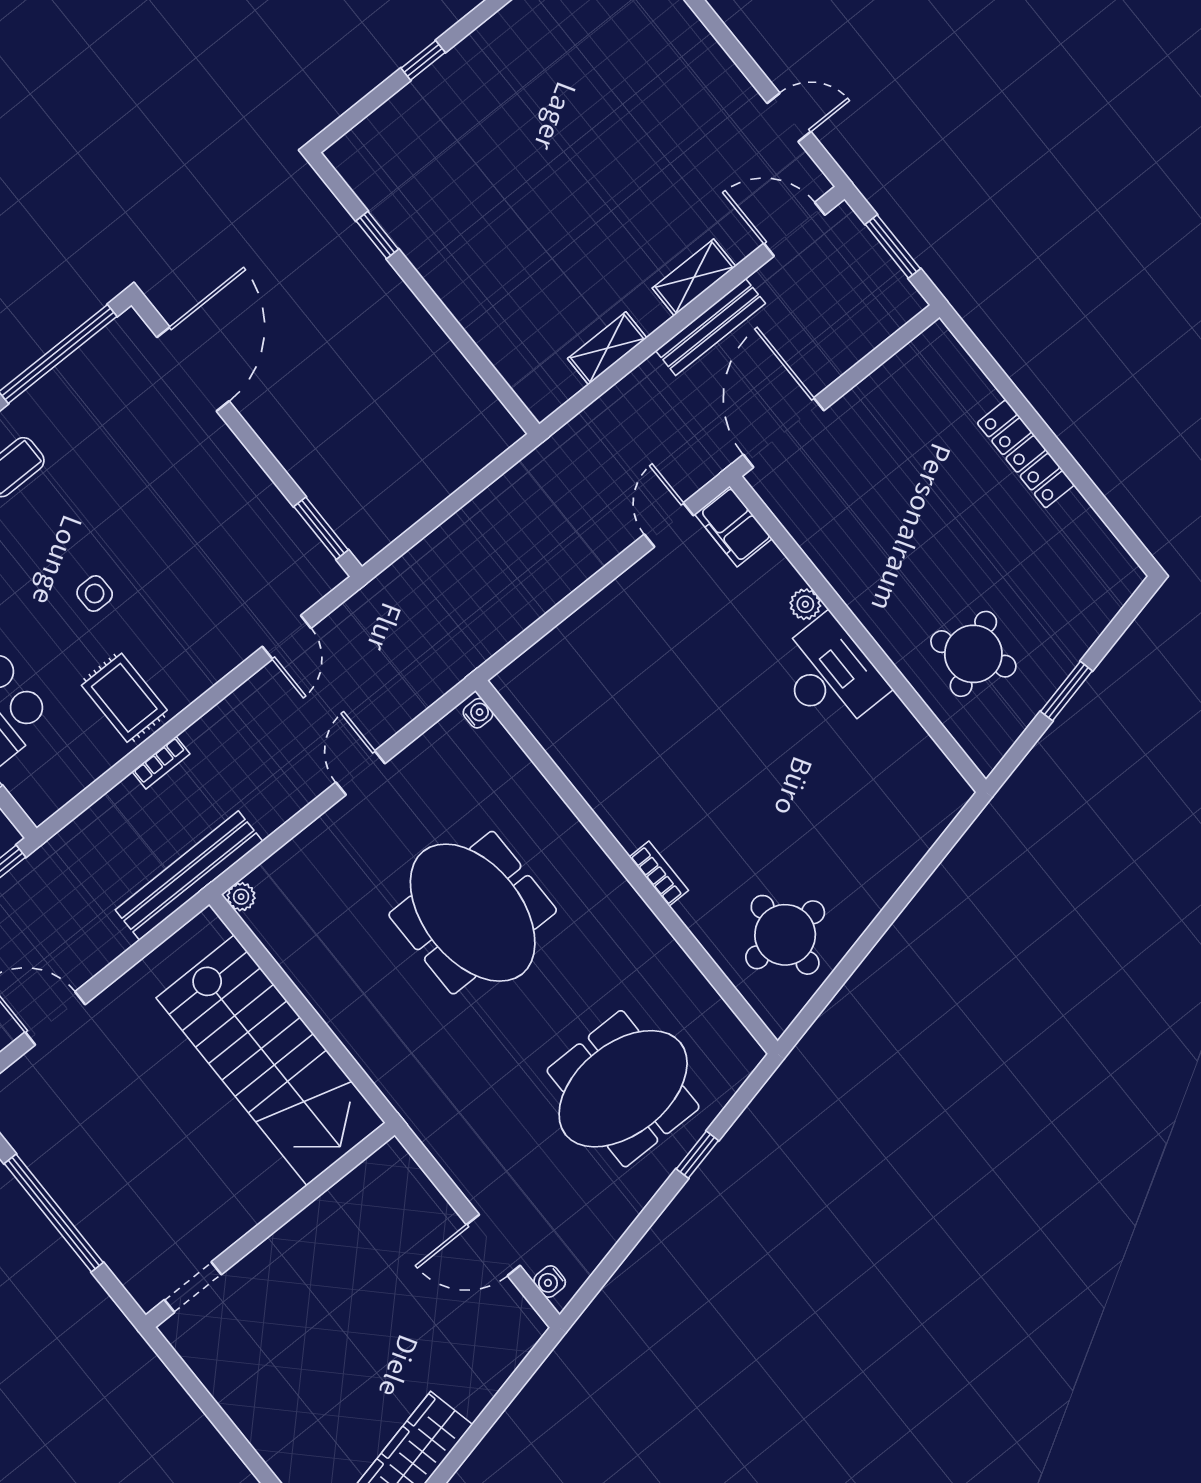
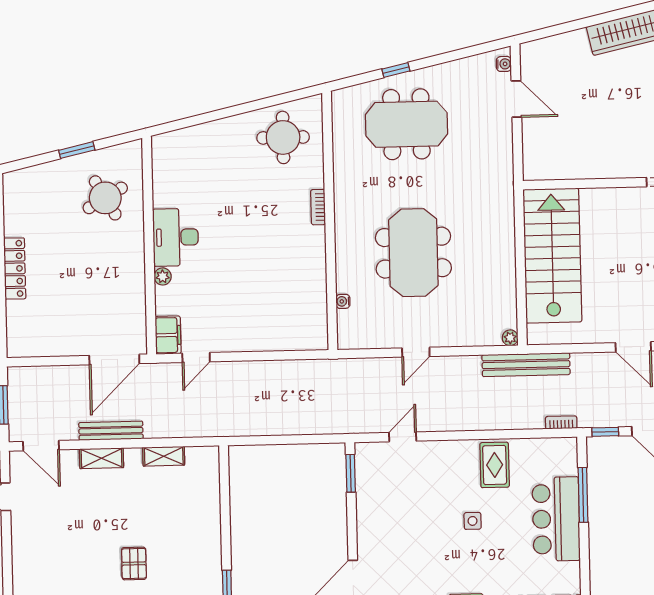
pallet: (532, 162) -> (134, 563), added
water cooler: (478, 713) -> (343, 301), moved
bookcase: (161, 763) -> (561, 422), moved

